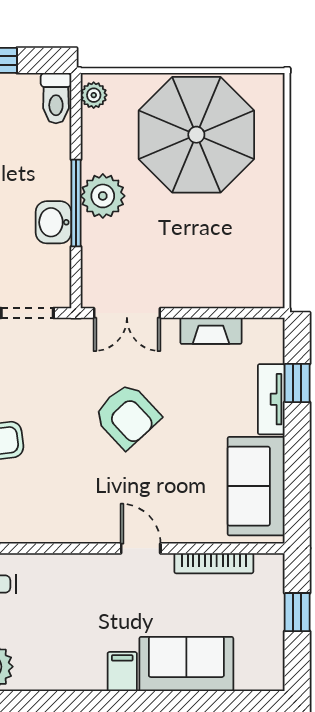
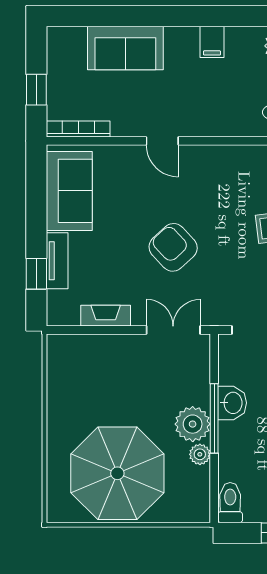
plant: (94, 95) -> (200, 454), moved
bookcase: (214, 563) -> (78, 129), moved
filing cabinet: (122, 672) -> (212, 42), moved

